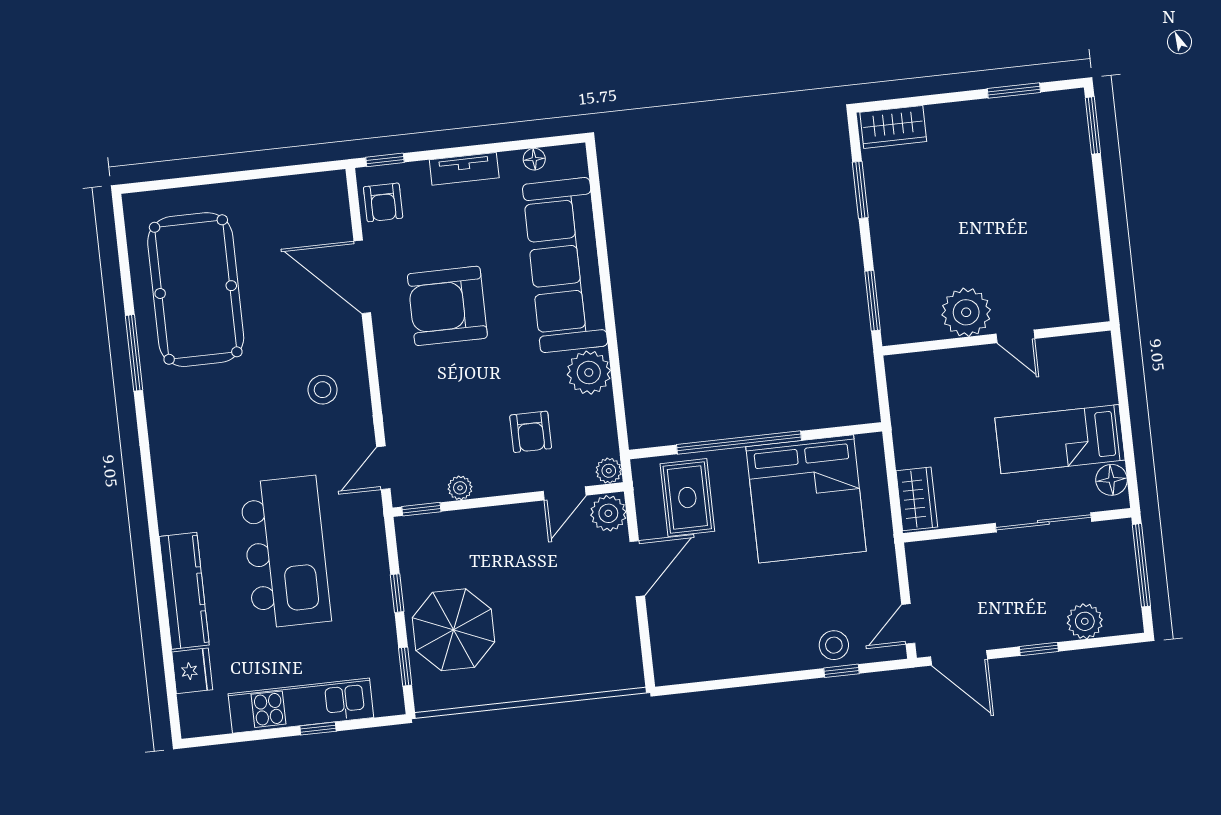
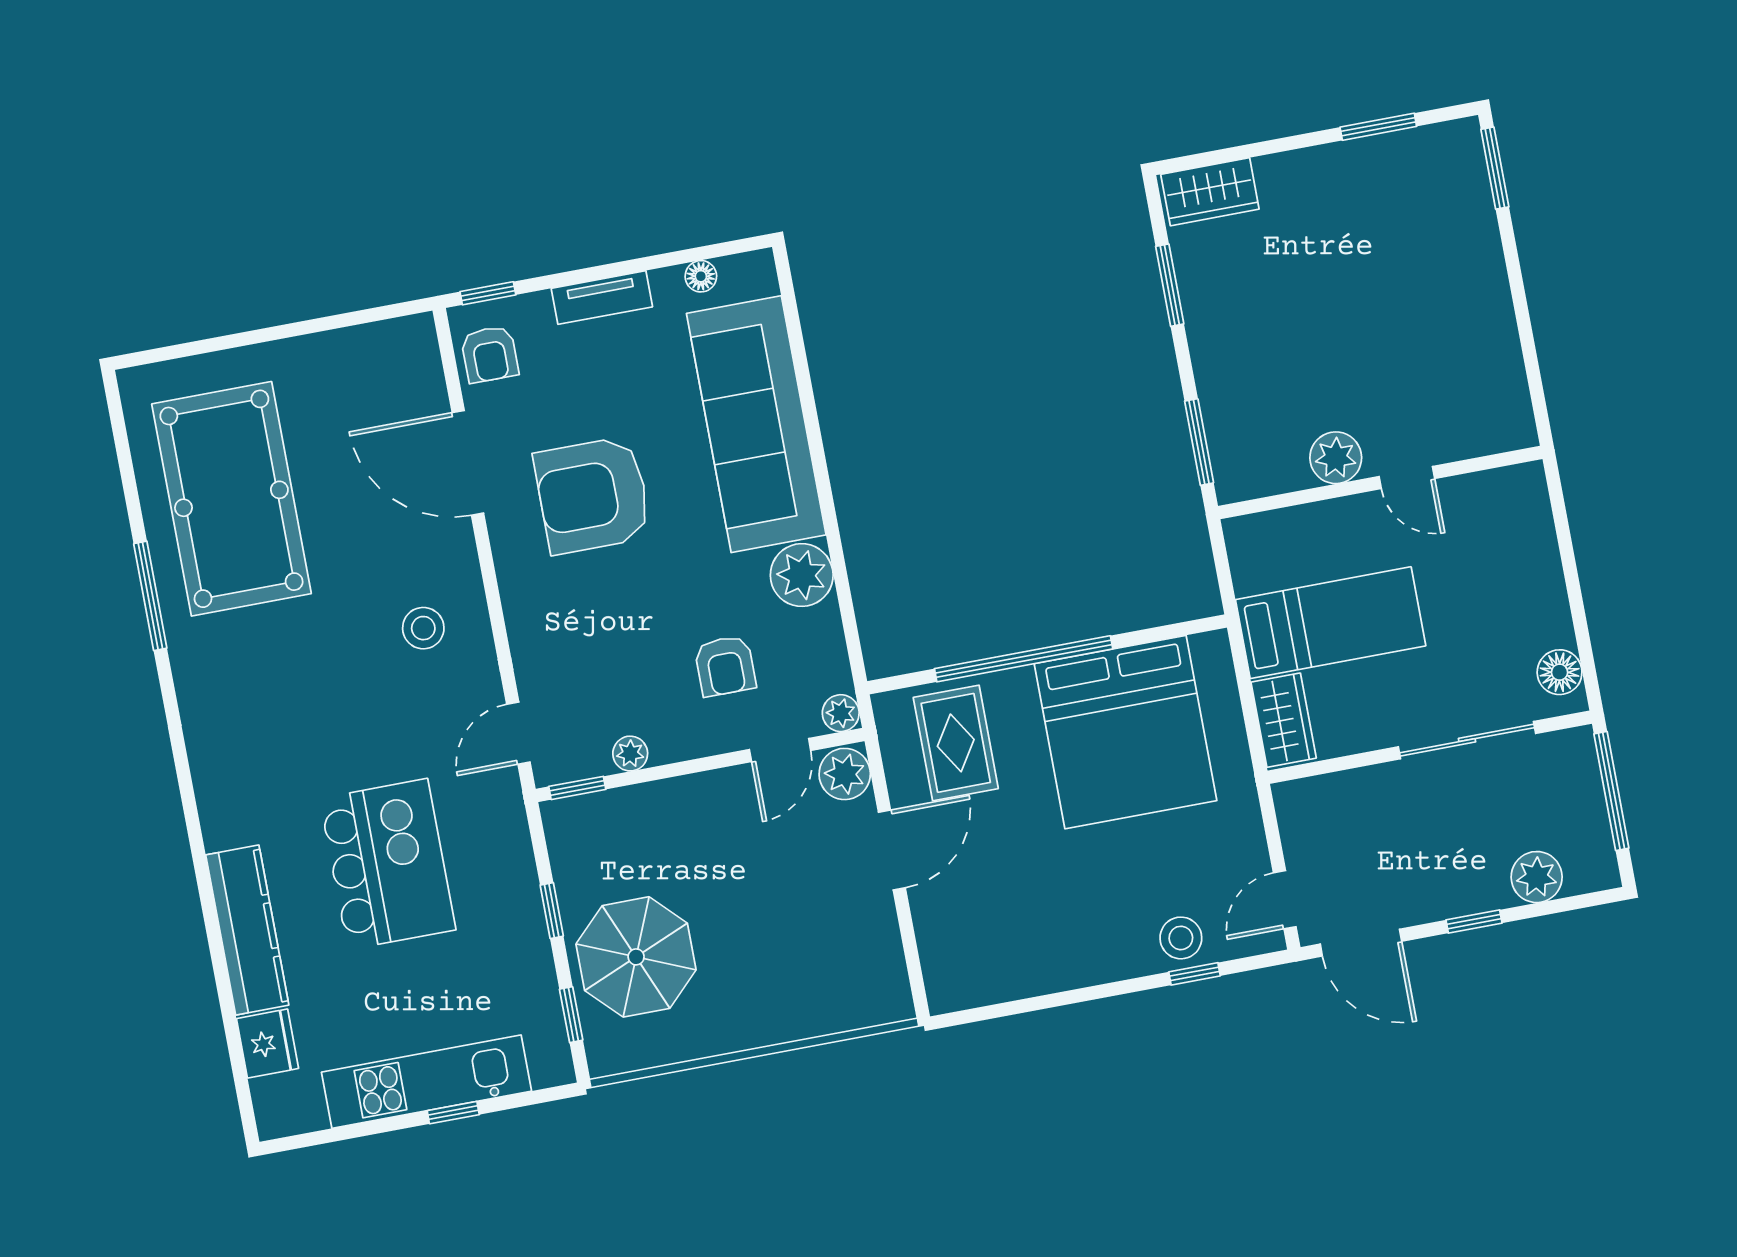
plant: (966, 312) -> (1336, 458), width x0.73, depth x0.73
bed: (1060, 439) -> (1331, 623), moved, turned 180
kitchen island: (285, 552) -> (388, 864), width x0.73

